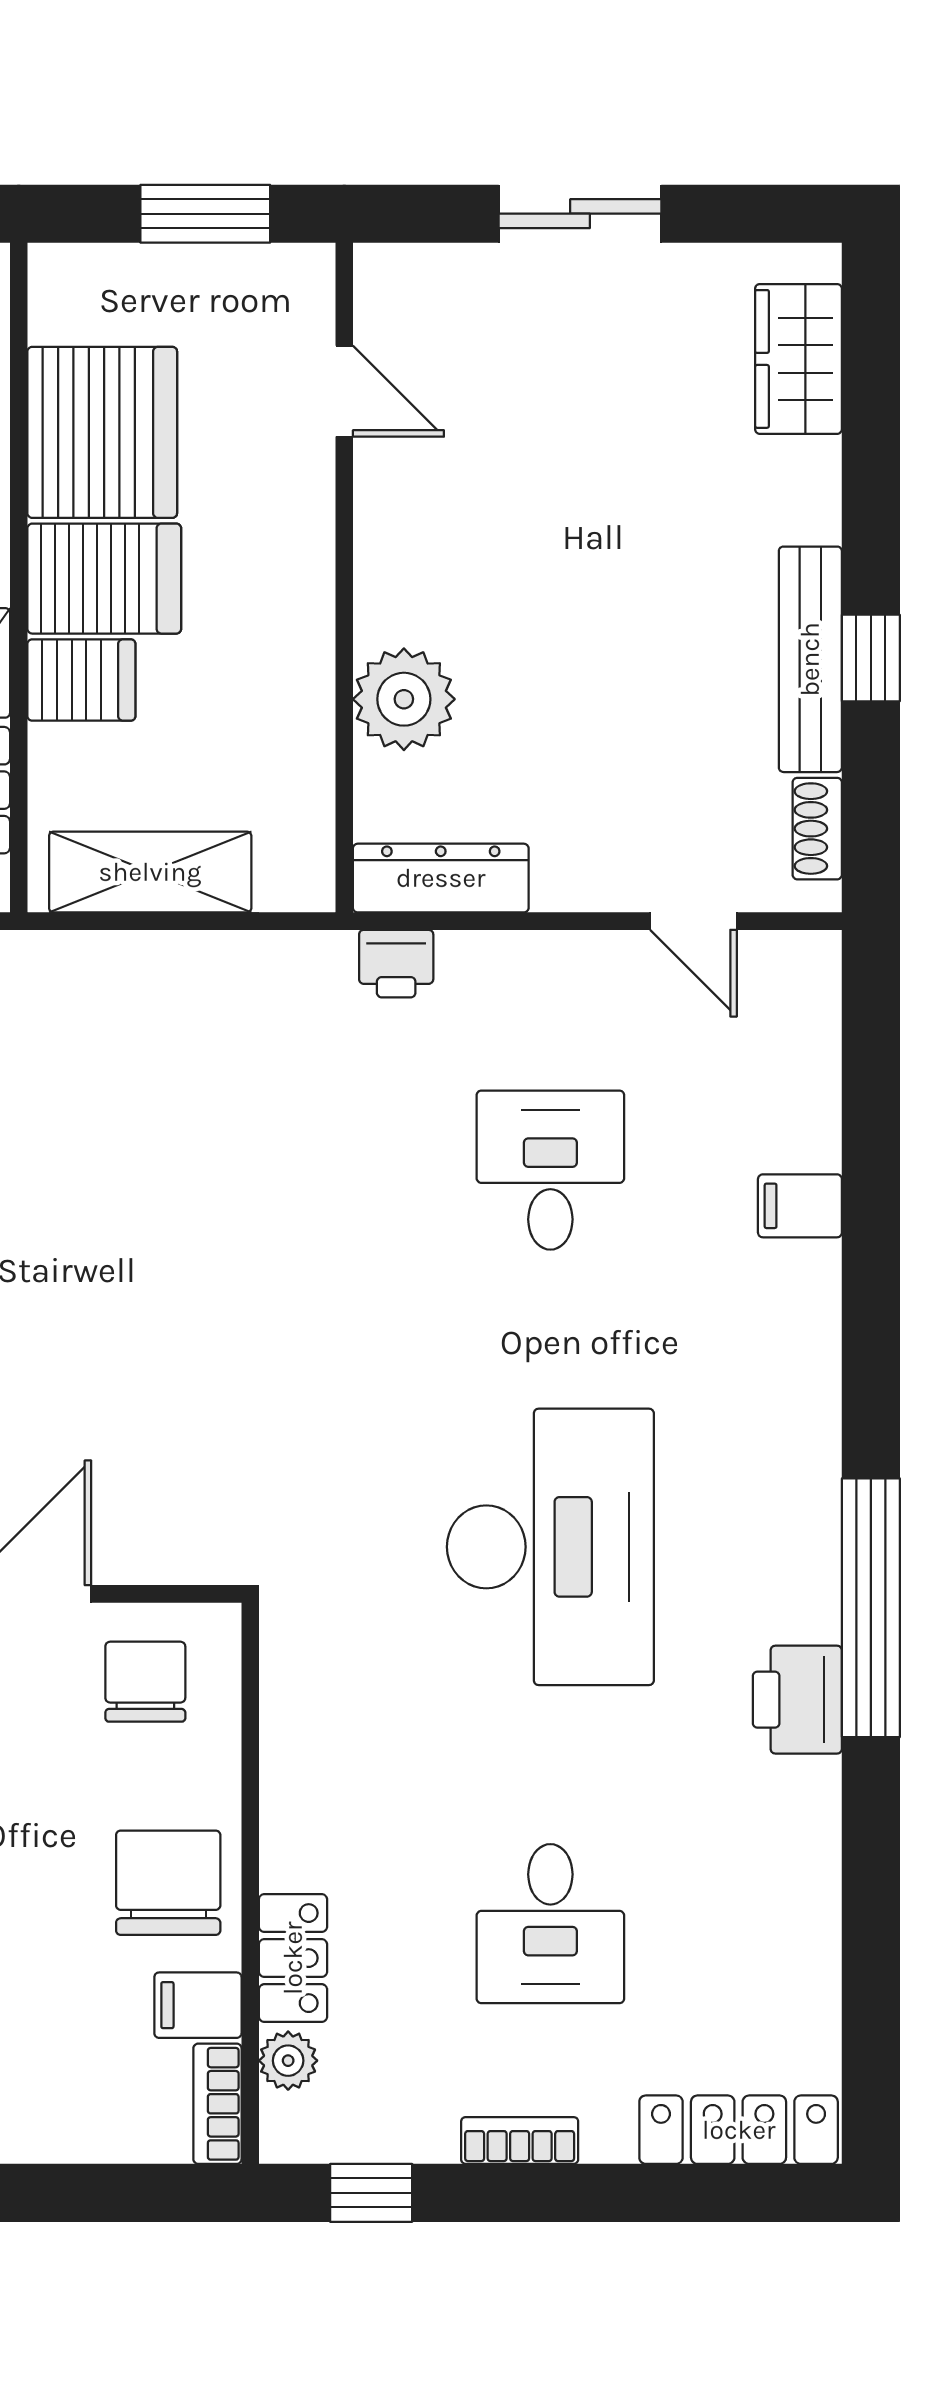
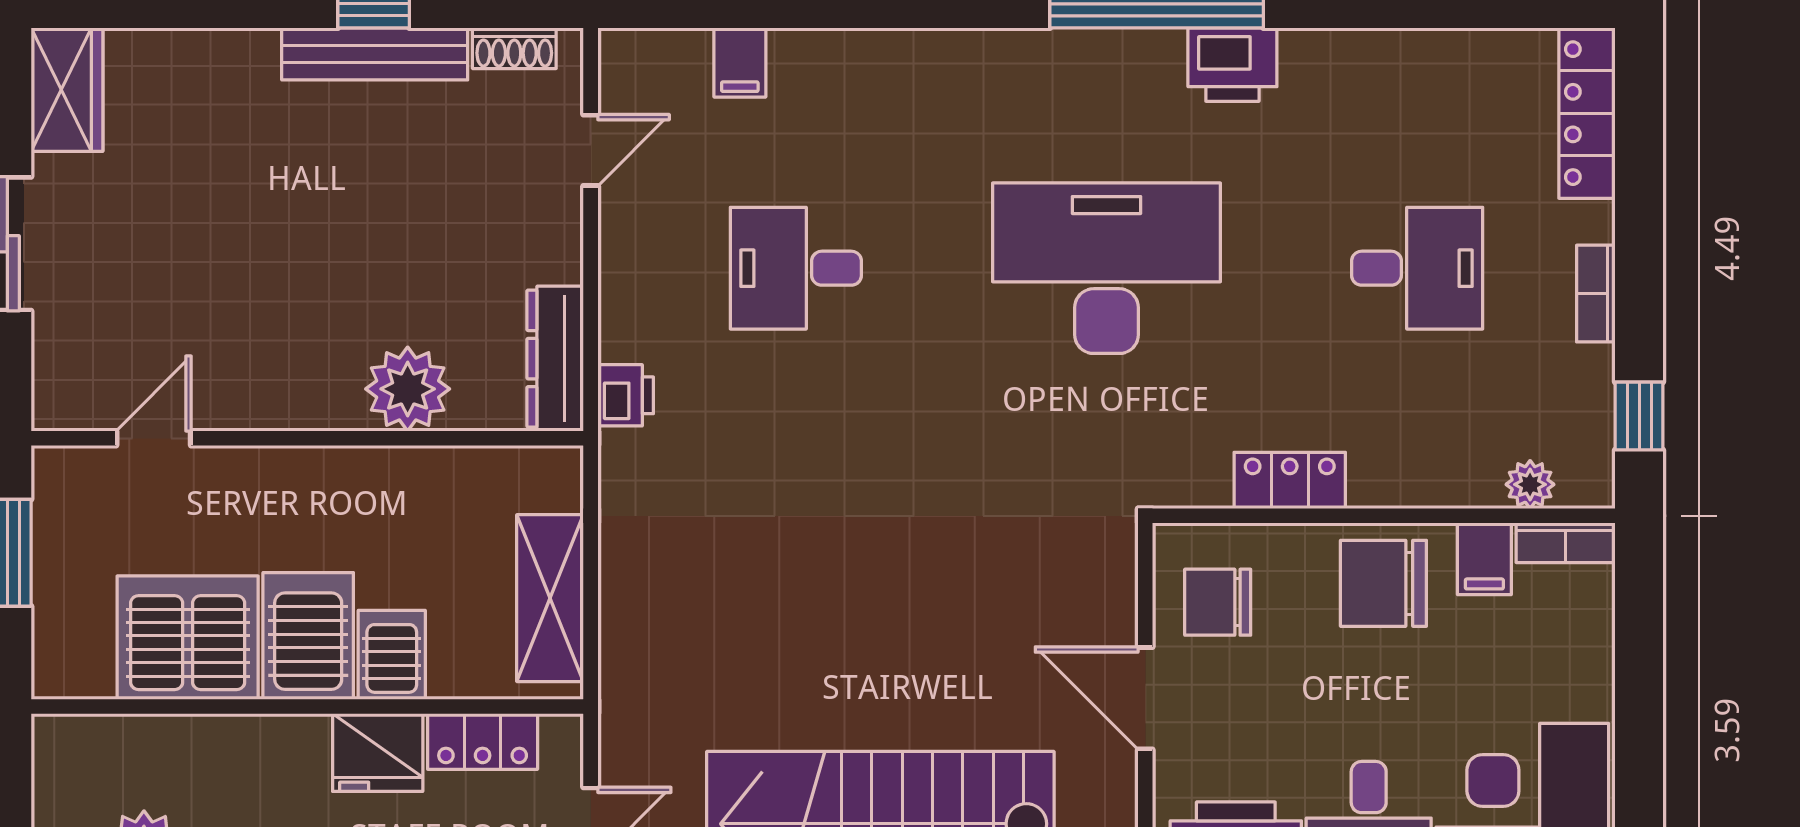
wardrobe: (798, 359) -> (67, 90), moved, turned -90
filing cabinet: (800, 1206) -> (740, 62), moved
locker: (293, 1958) -> (1290, 480), moved

